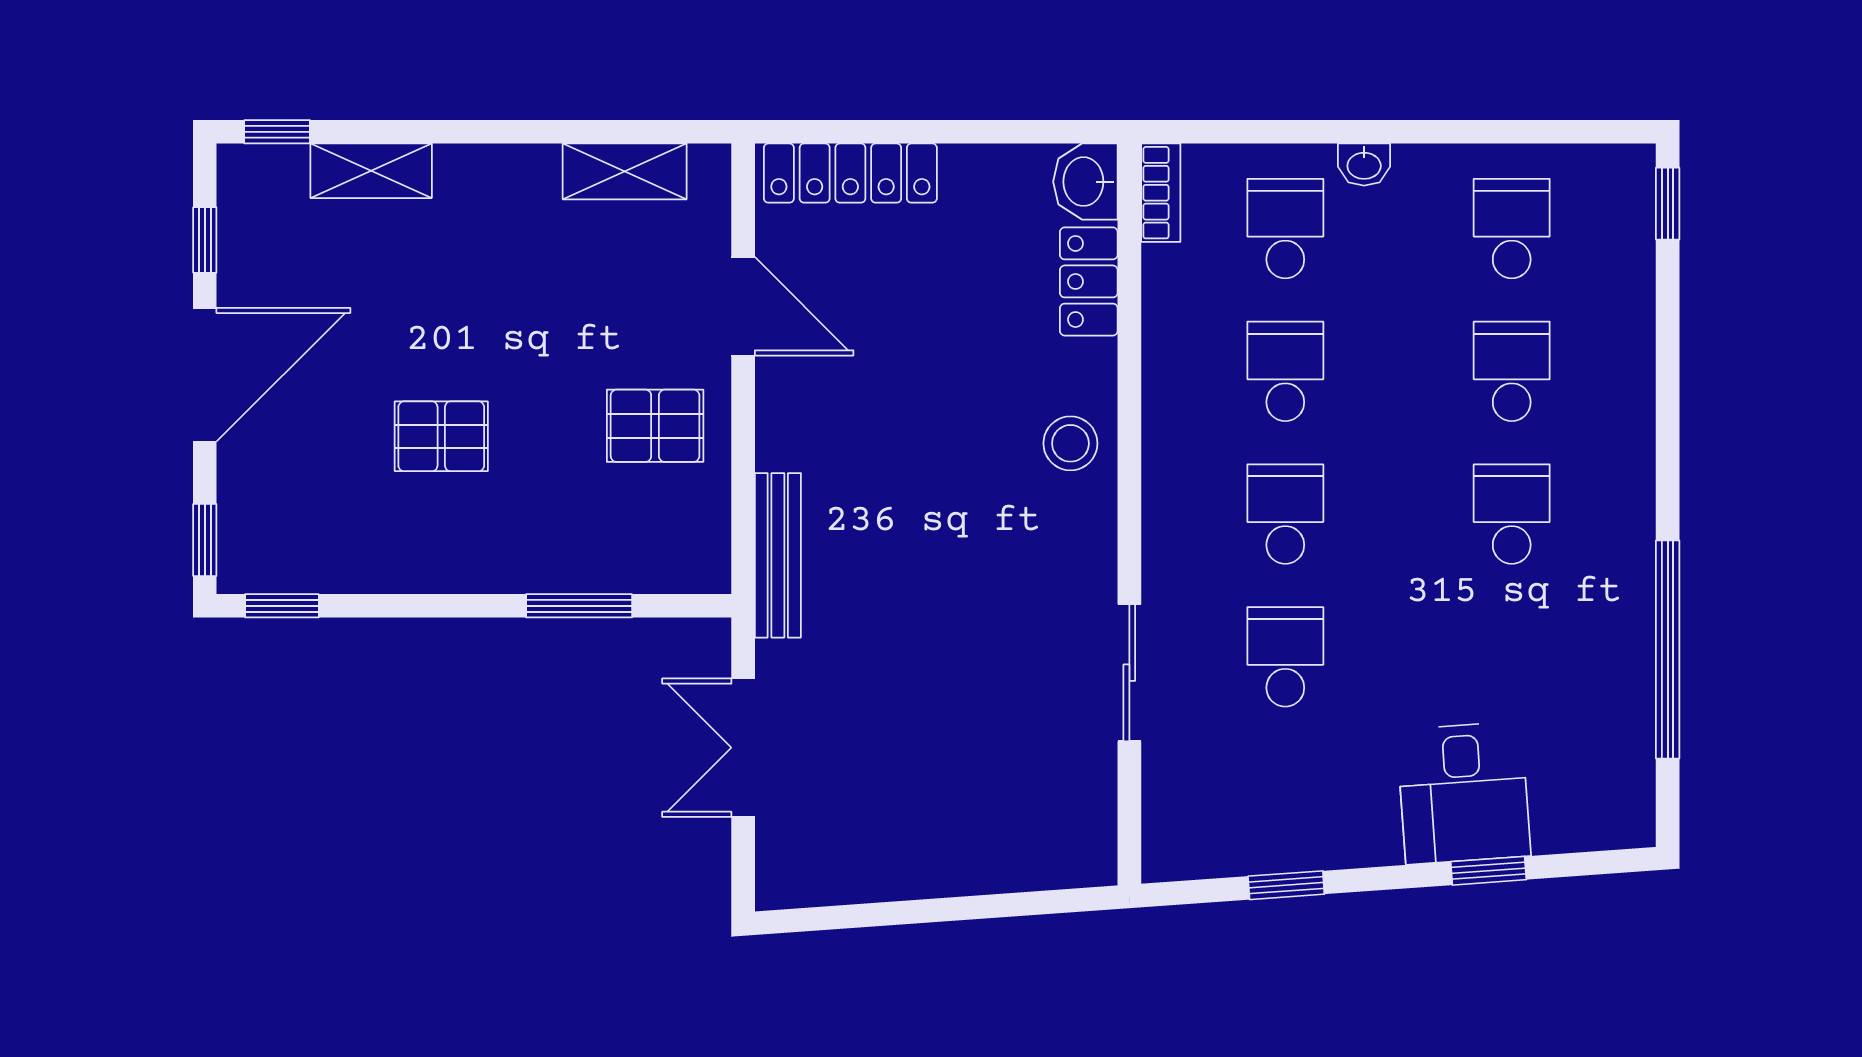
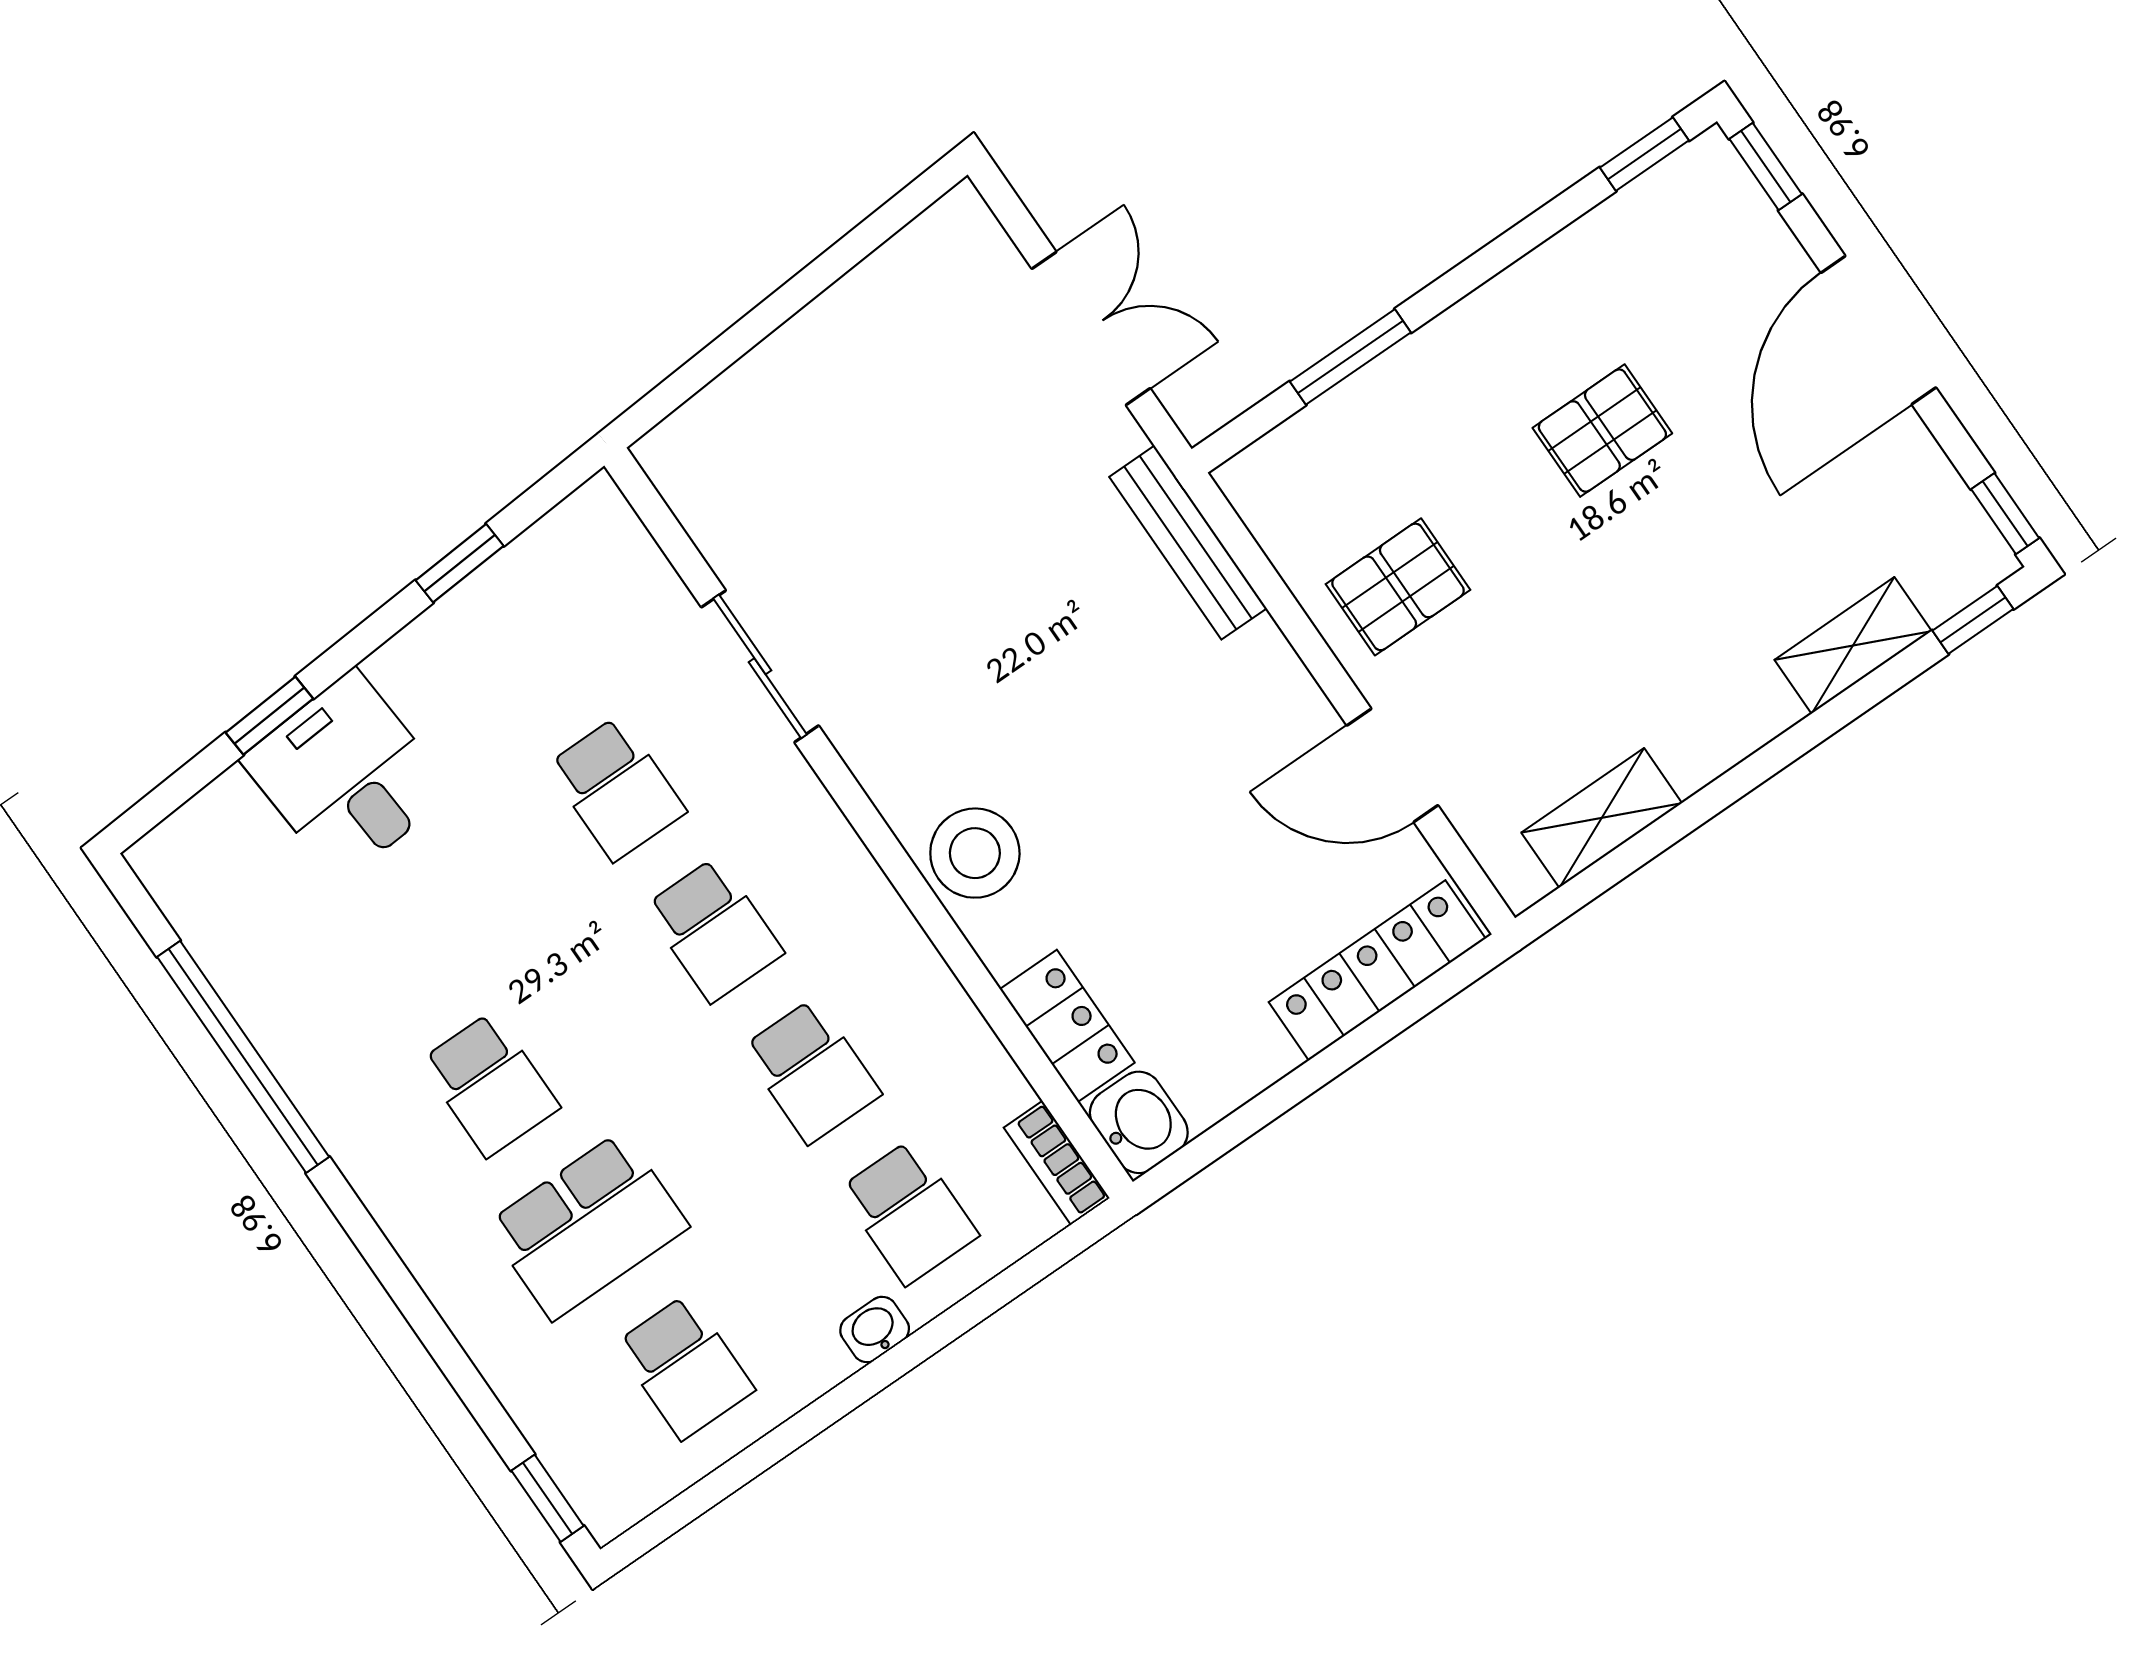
window: (205, 240) -> (2005, 514), moved
school desk: (1512, 371) -> (587, 1226), width x1.85
stool: (1070, 443) -> (975, 853), width x1.38, depth x1.38

